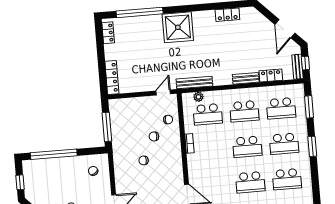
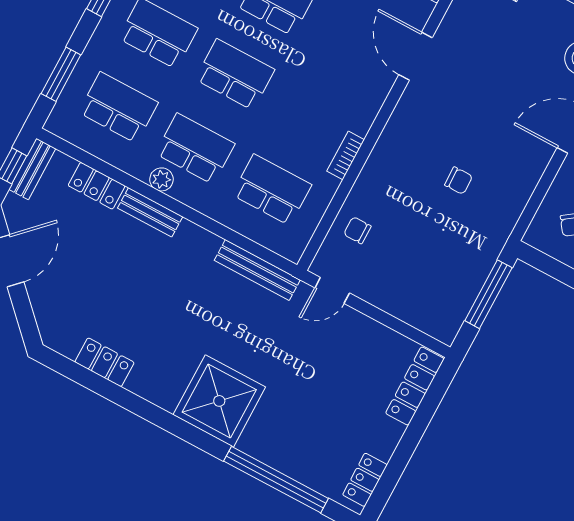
plant: (198, 97) -> (161, 179), moved
chair: (154, 136) -> (407, 215), removed

